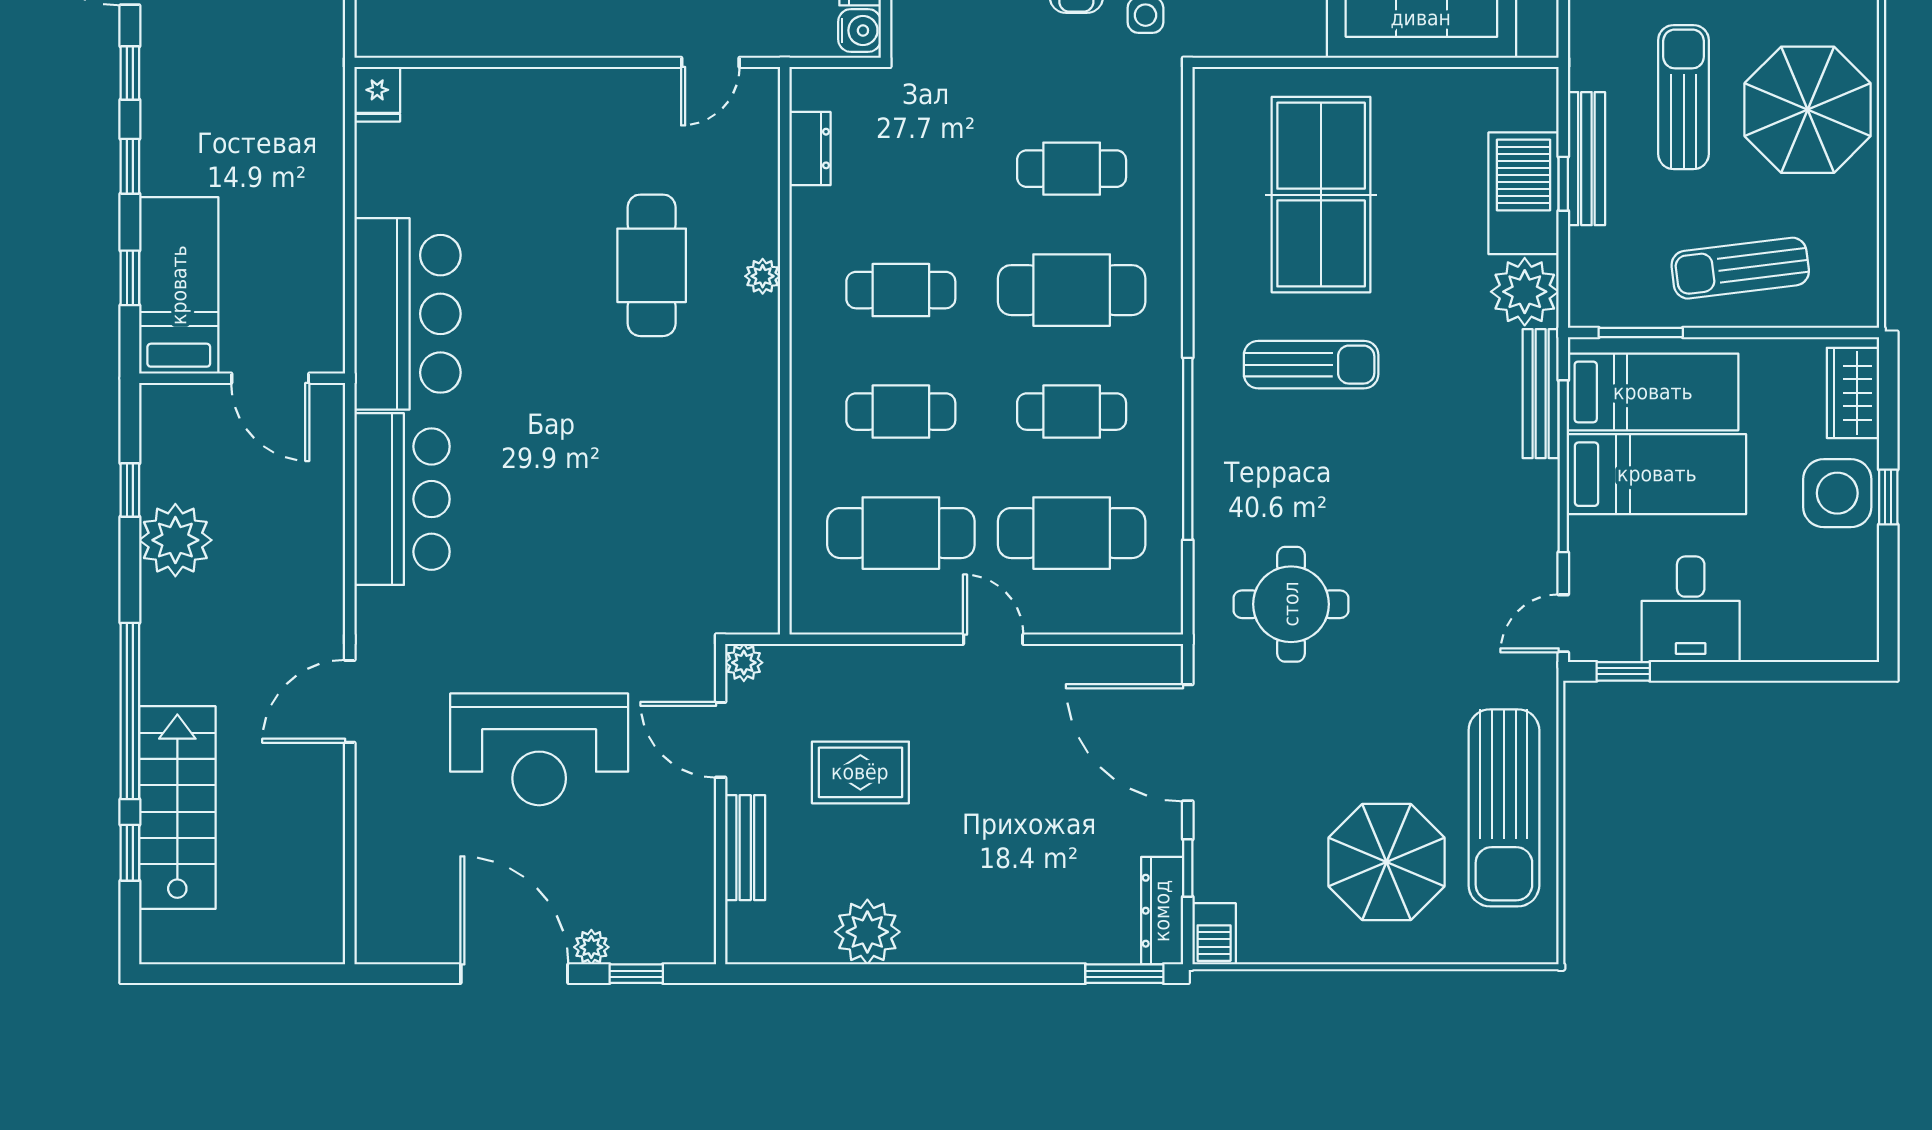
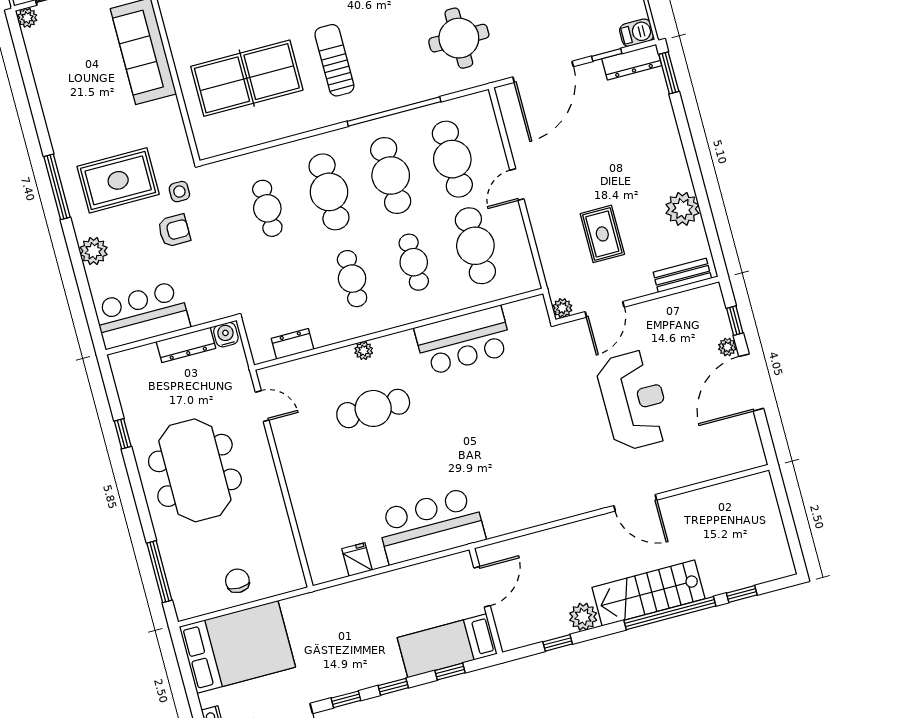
fridge: (377, 94) -> (357, 560), moved, turned -90
cafe table: (1072, 412) -> (391, 176), width x1.37, depth x1.35
bar counter: (402, 499) -> (463, 340), moved, turned 180
plant: (175, 540) -> (583, 617), width x0.73, depth x0.73
stairs: (177, 808) -> (648, 593), moved
bench: (745, 848) -> (682, 275), moved

